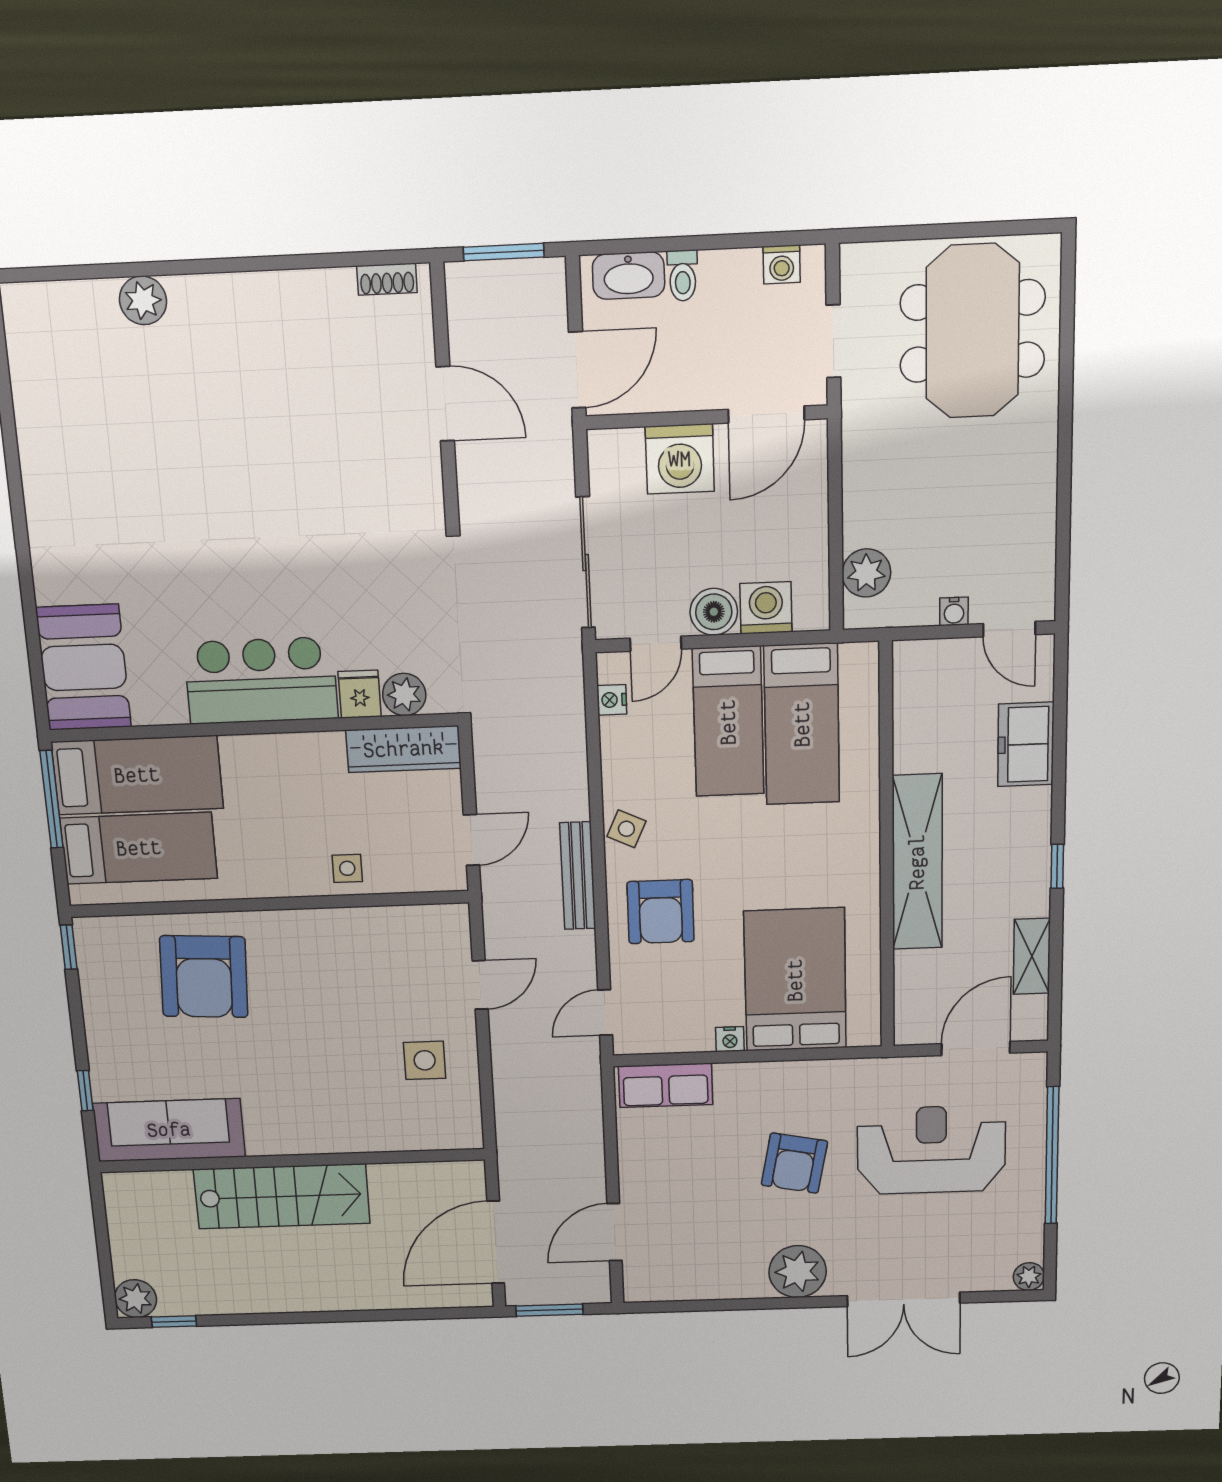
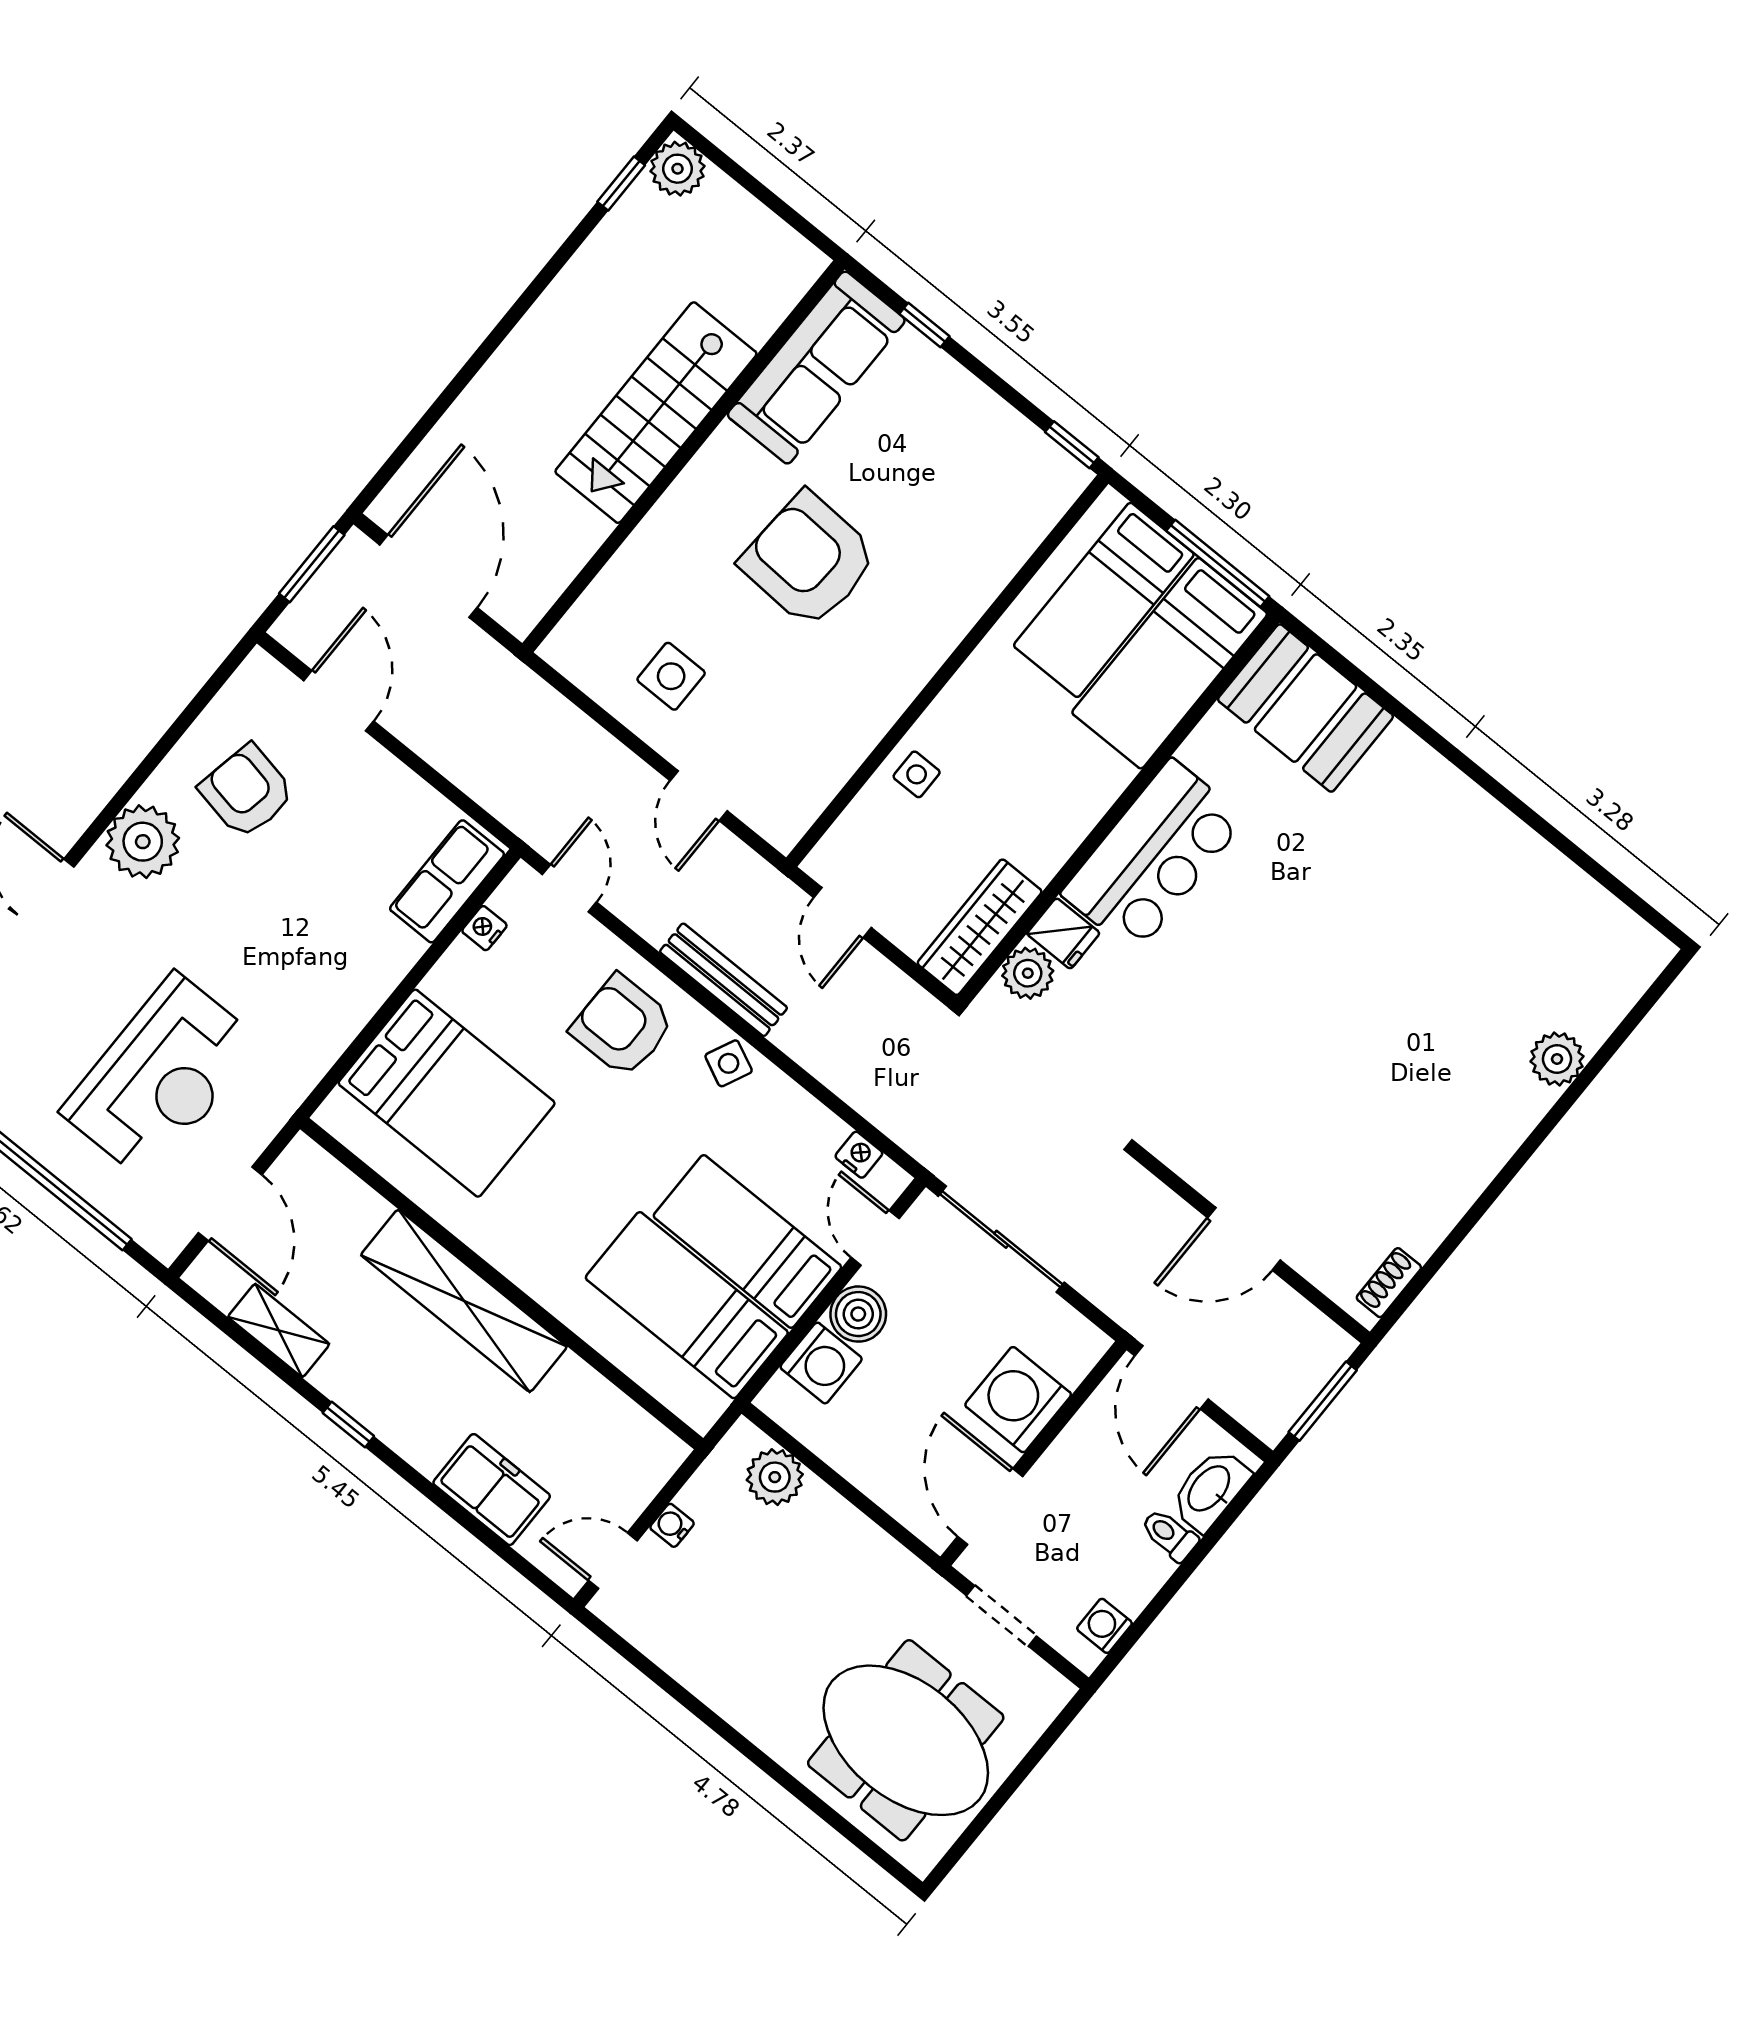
armchair: (204, 977) -> (809, 560), moved
nightstand: (730, 1039) -> (484, 928), moved
armchair: (794, 1163) -> (247, 791), moved

